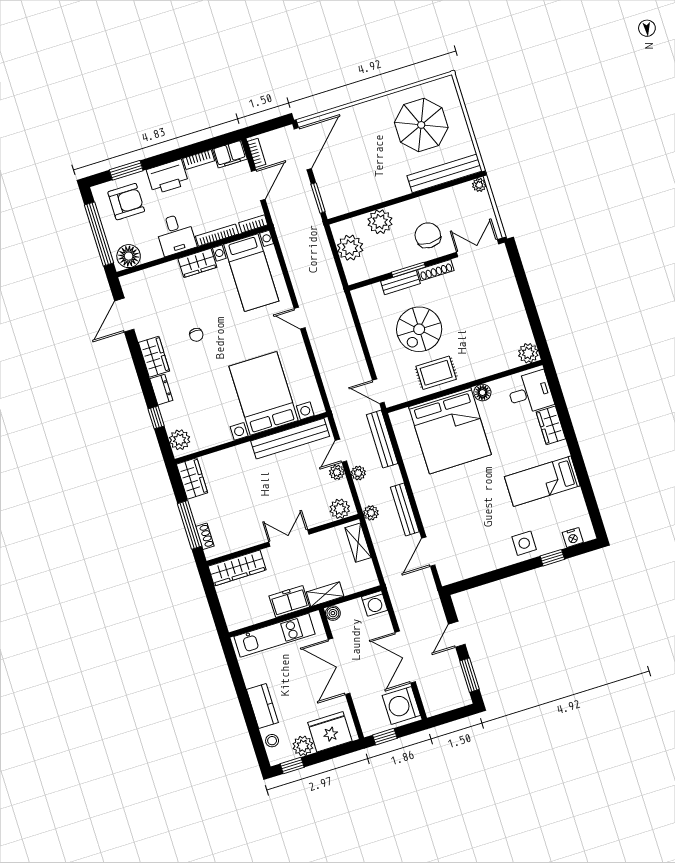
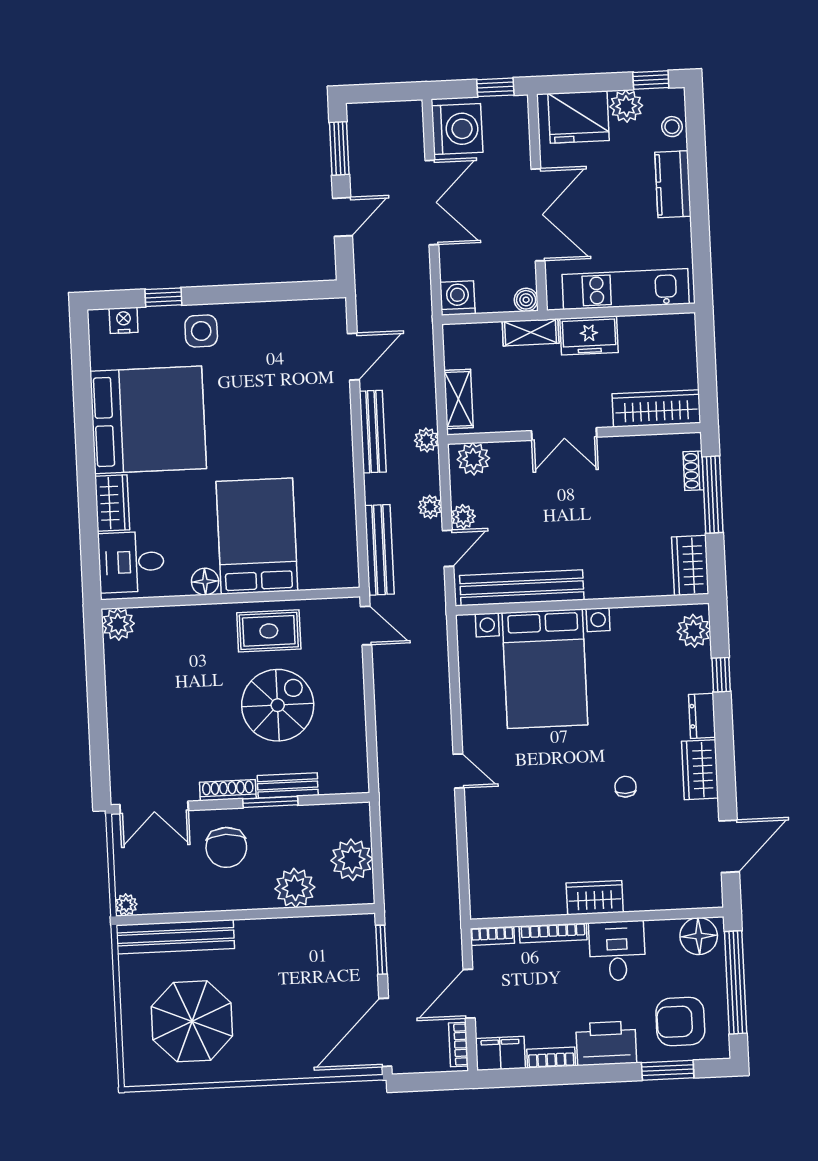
bed with nightstands: (251, 273) -> (515, 861), removed
bed: (450, 431) -> (257, 536), width x0.73
bed: (542, 481) -> (148, 420), width x2.04

